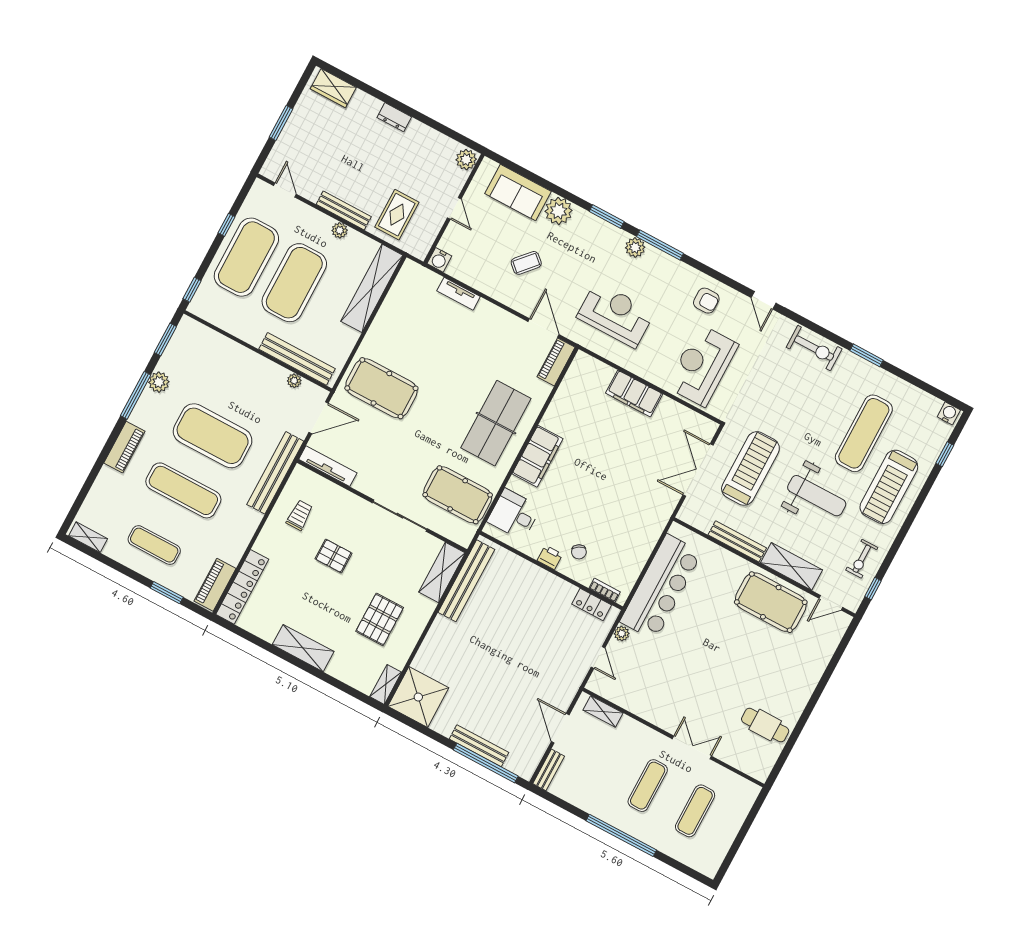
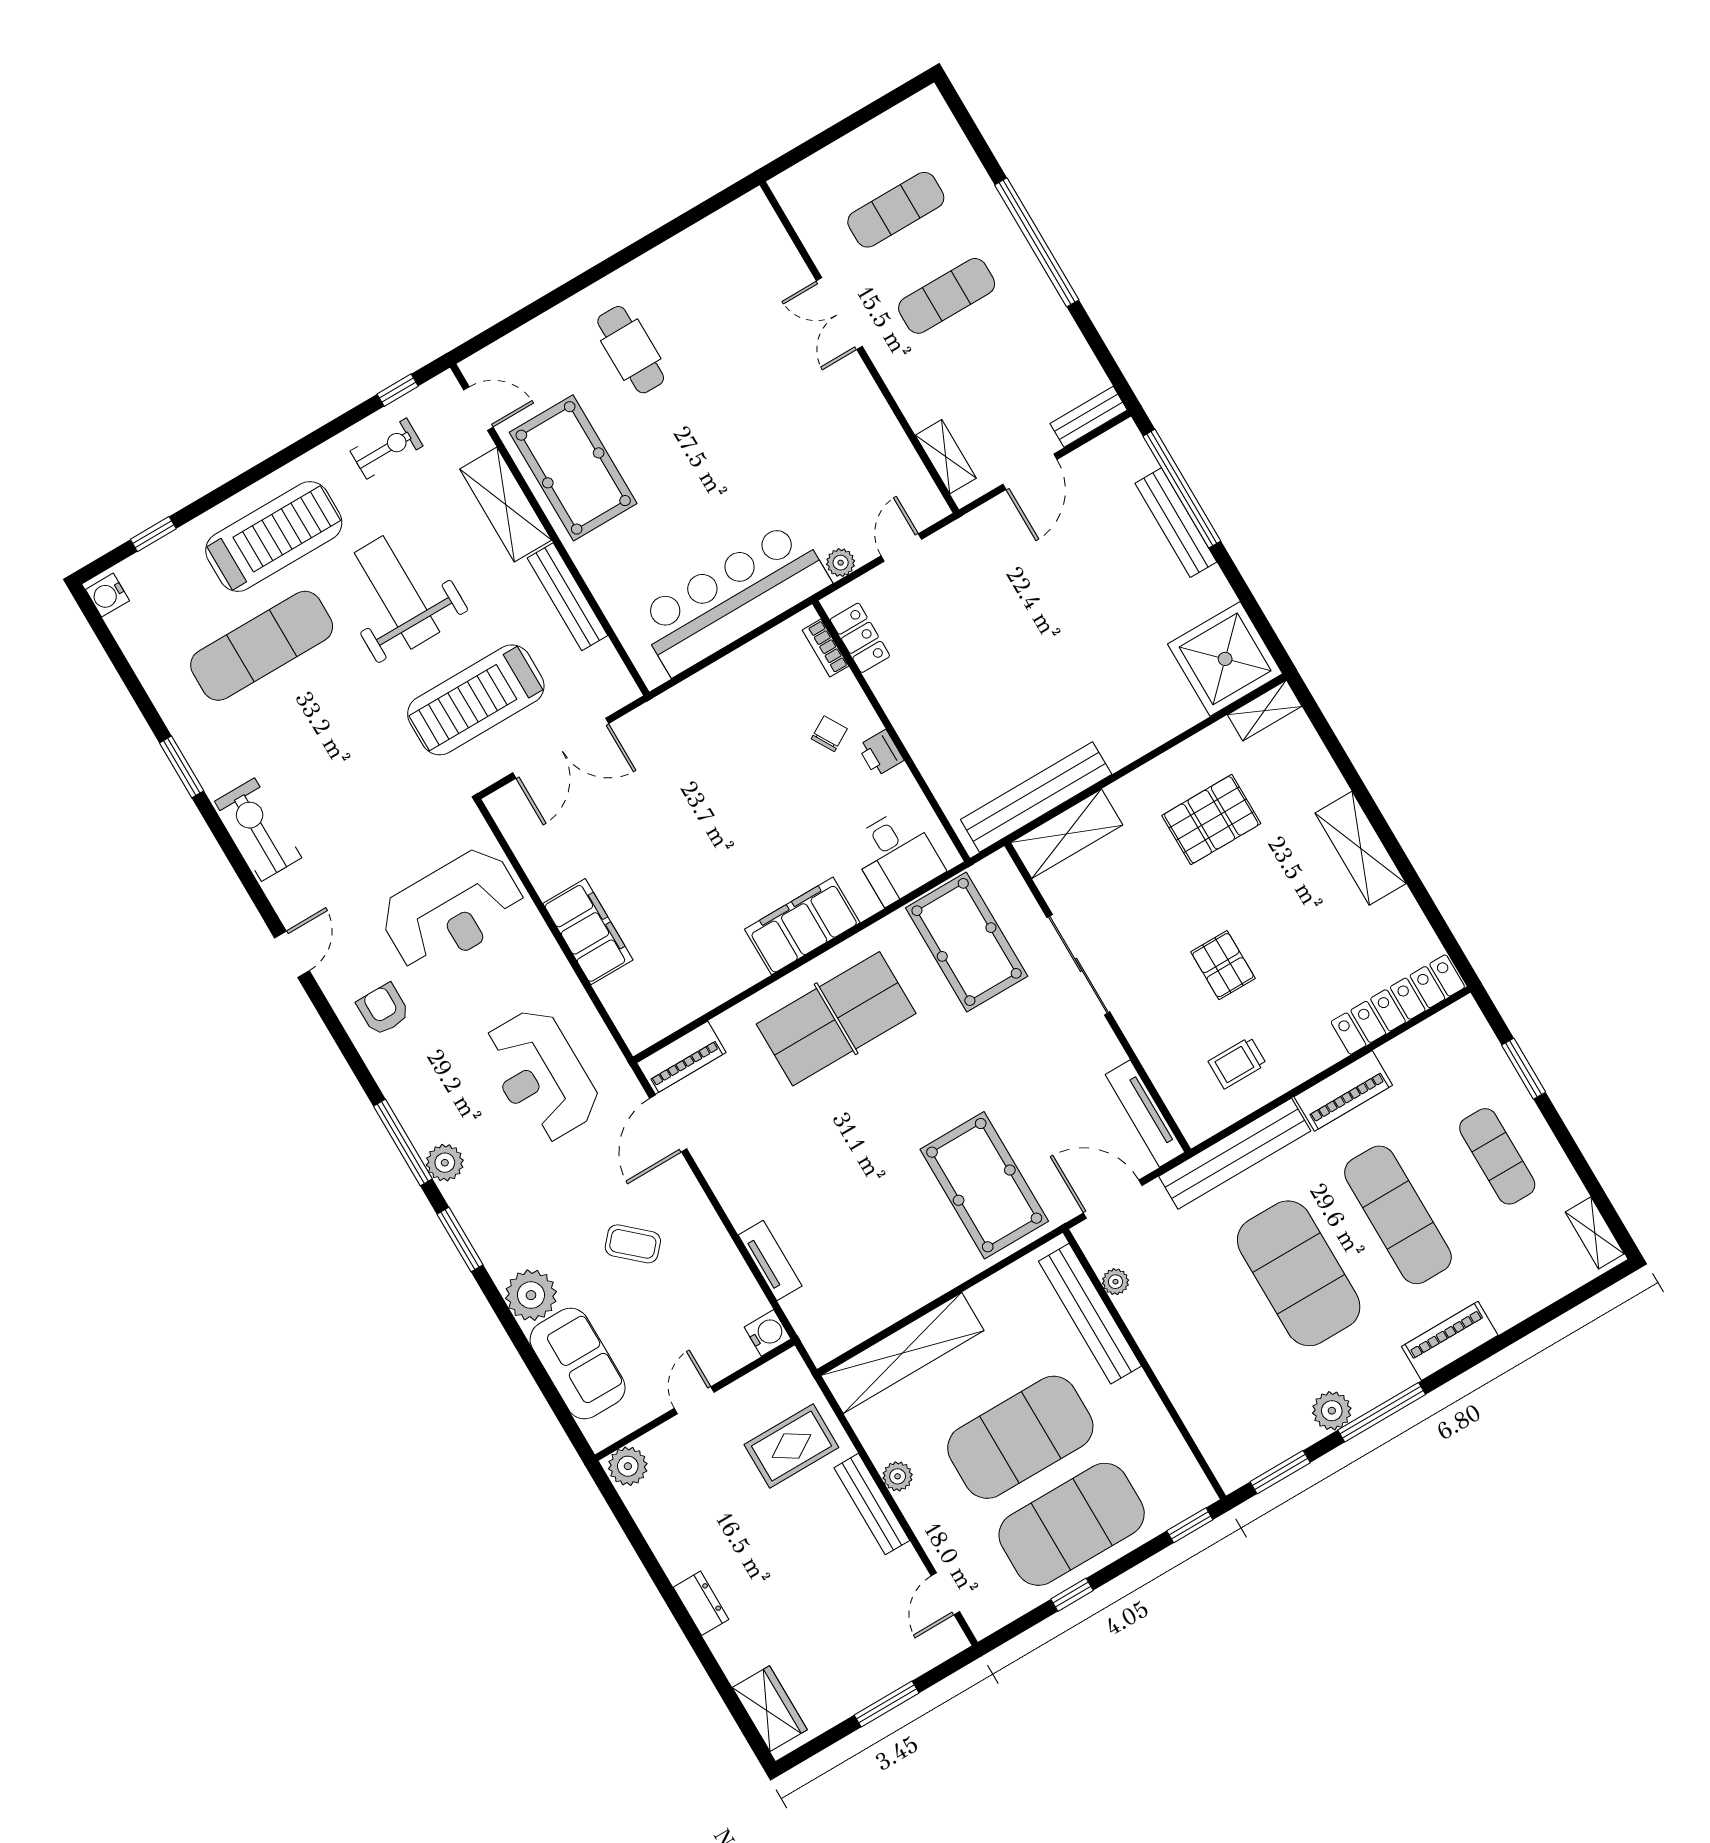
piano: (215, 585) -> (1343, 1091), moved
cafe table: (765, 725) -> (631, 350), moved

